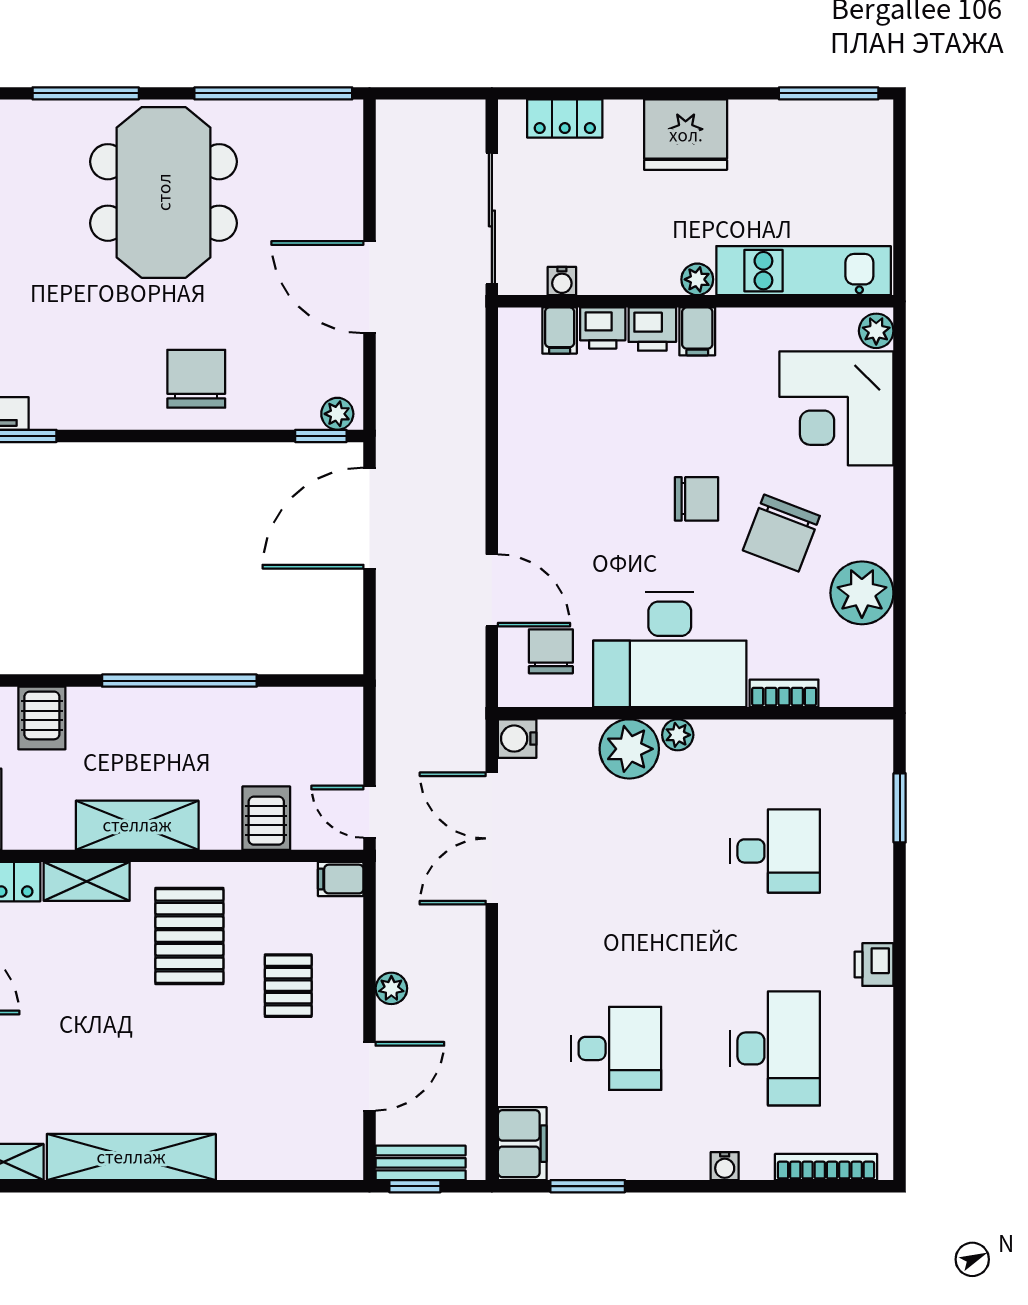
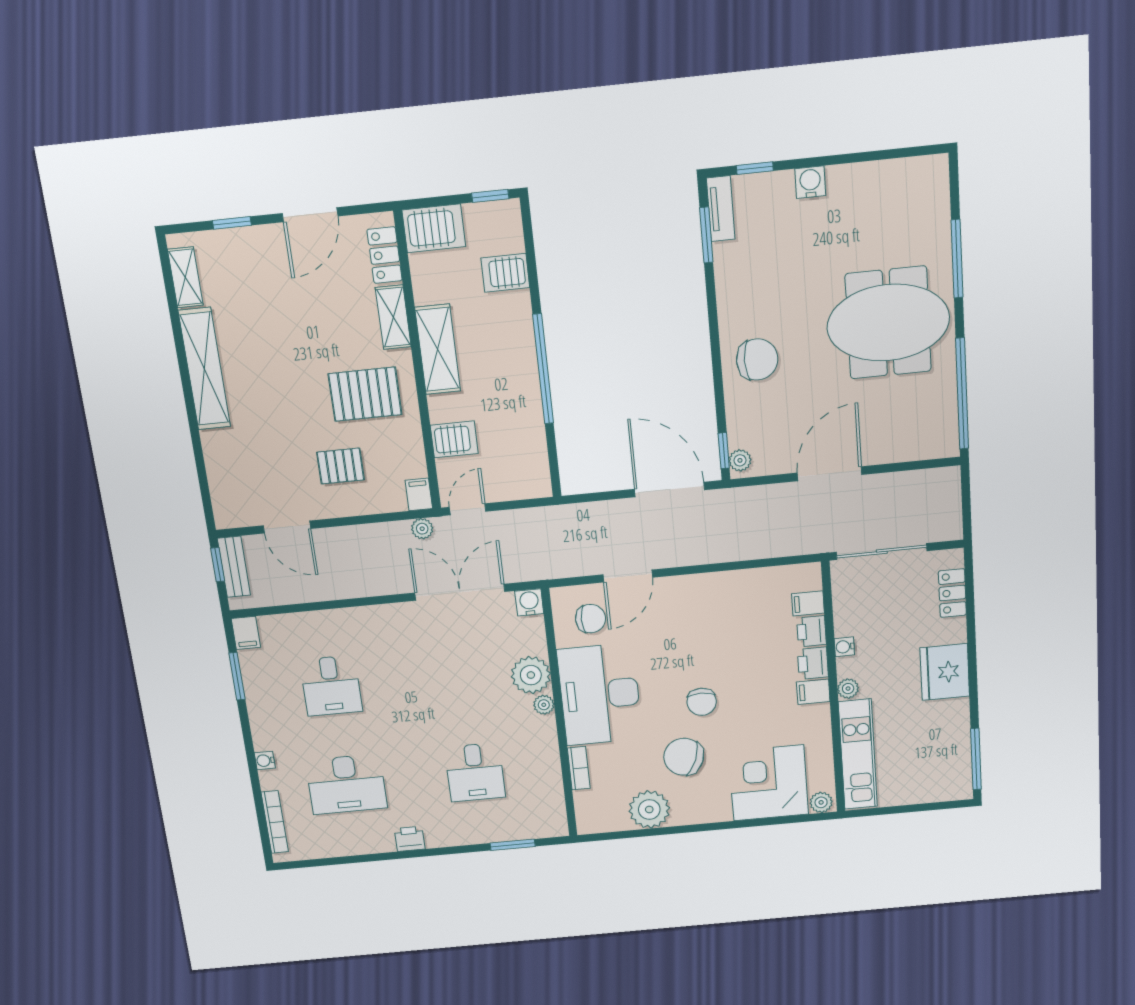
water cooler: (562, 281) -> (844, 647), moved
plant: (391, 988) -> (422, 529), moved
filing cabinet: (522, 1144) -> (246, 633), width x0.50

